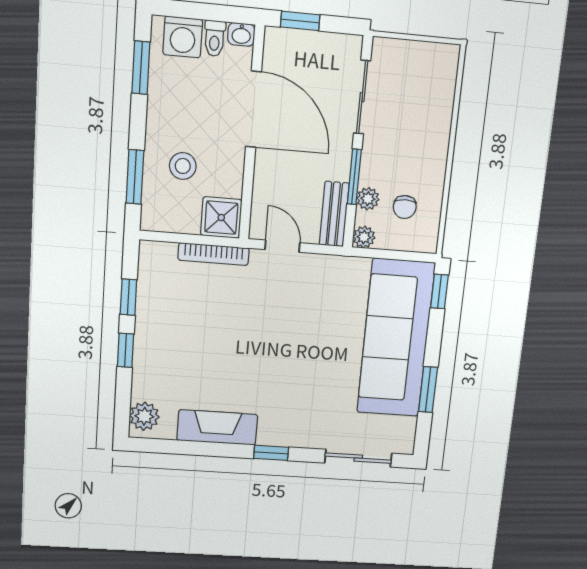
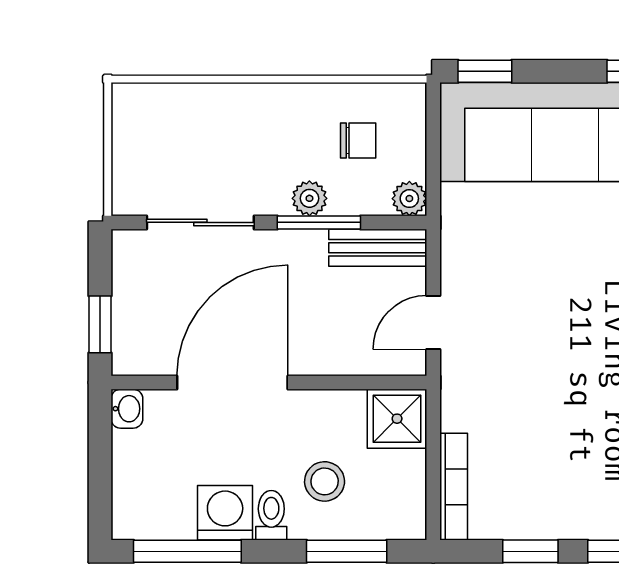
washing machine: (183, 37) -> (225, 513), moved, turned -90
toilet: (215, 38) -> (271, 515), moved, turned -90
window: (141, 68) -> (187, 551), width x1.44
plant: (368, 199) -> (309, 198), moved
bookcase: (214, 254) -> (454, 487), moved

